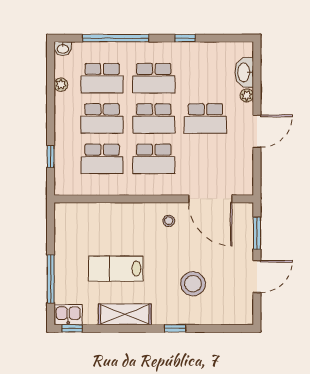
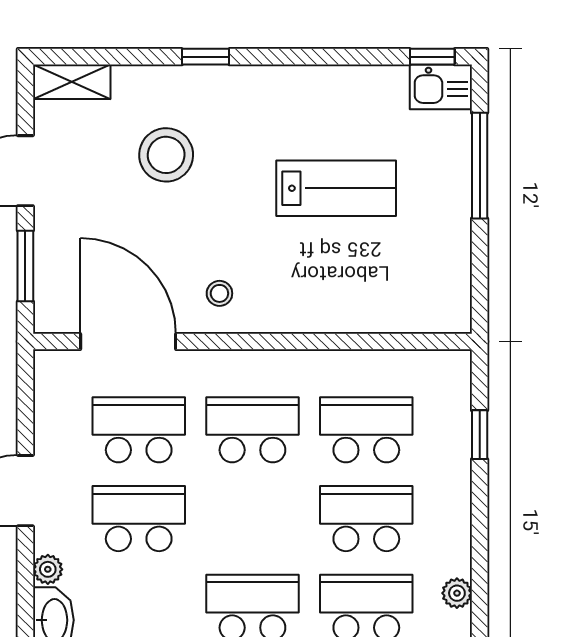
school desk: (154, 118) -> (139, 430), moved
shelving: (125, 314) -> (72, 82), moved, width x0.67, depth x0.75

